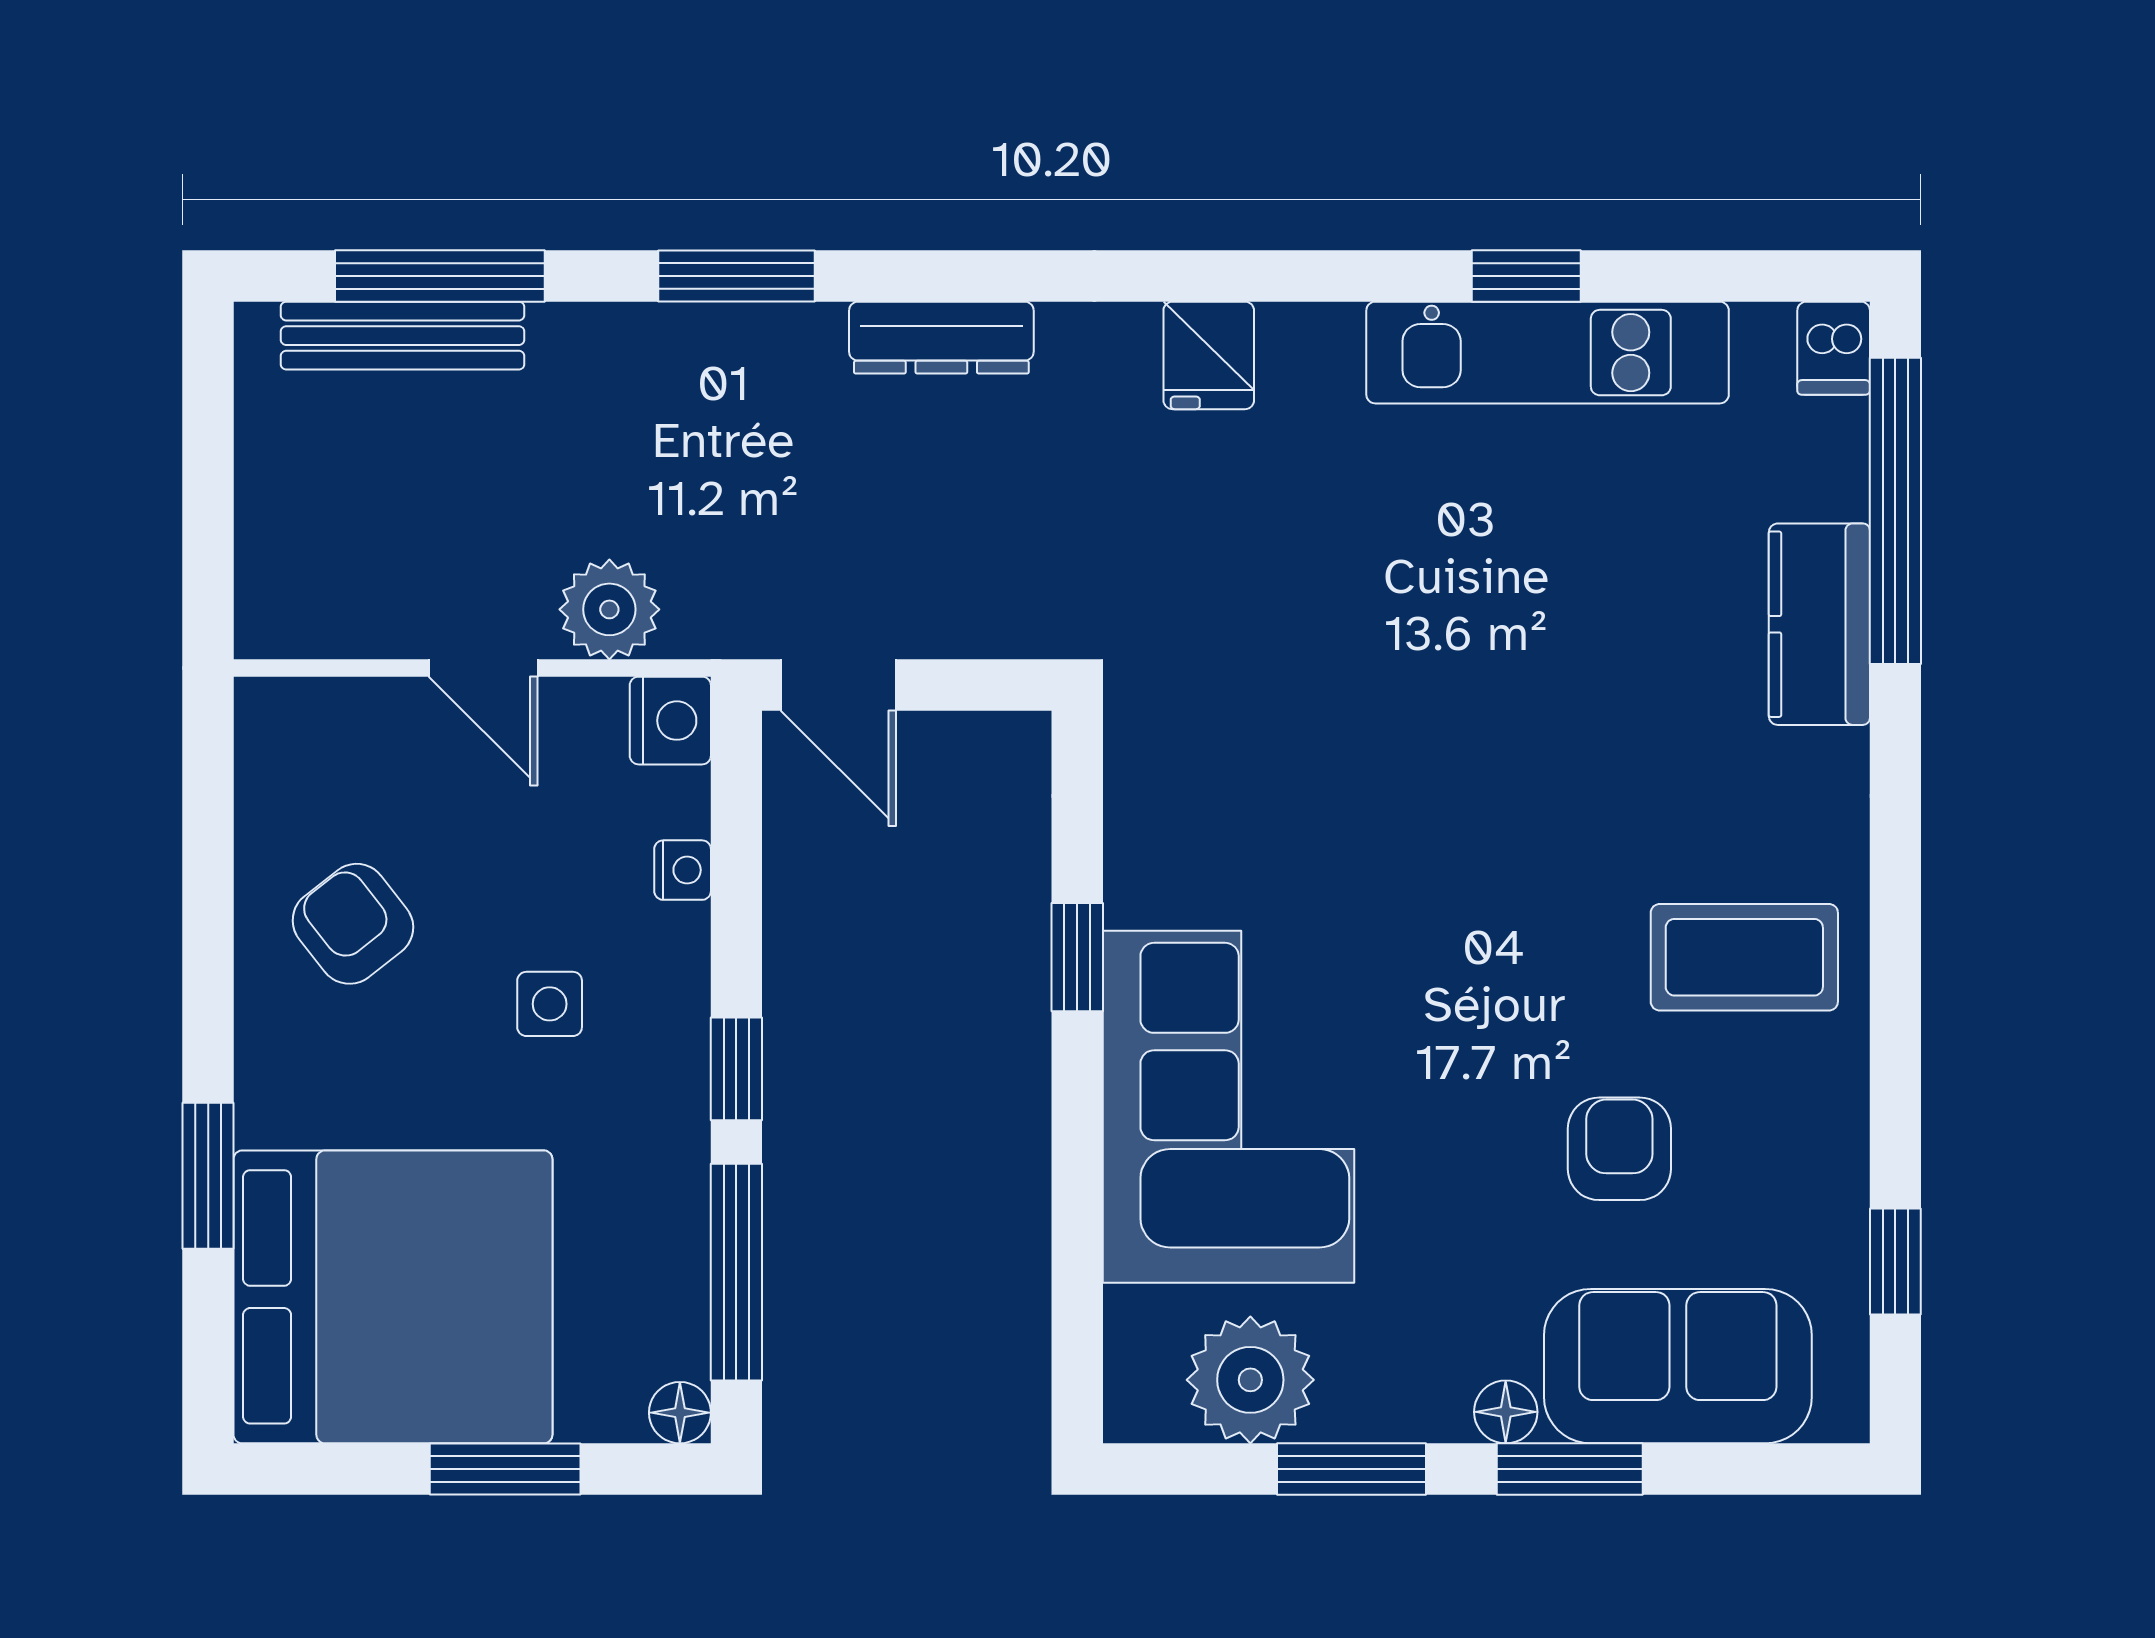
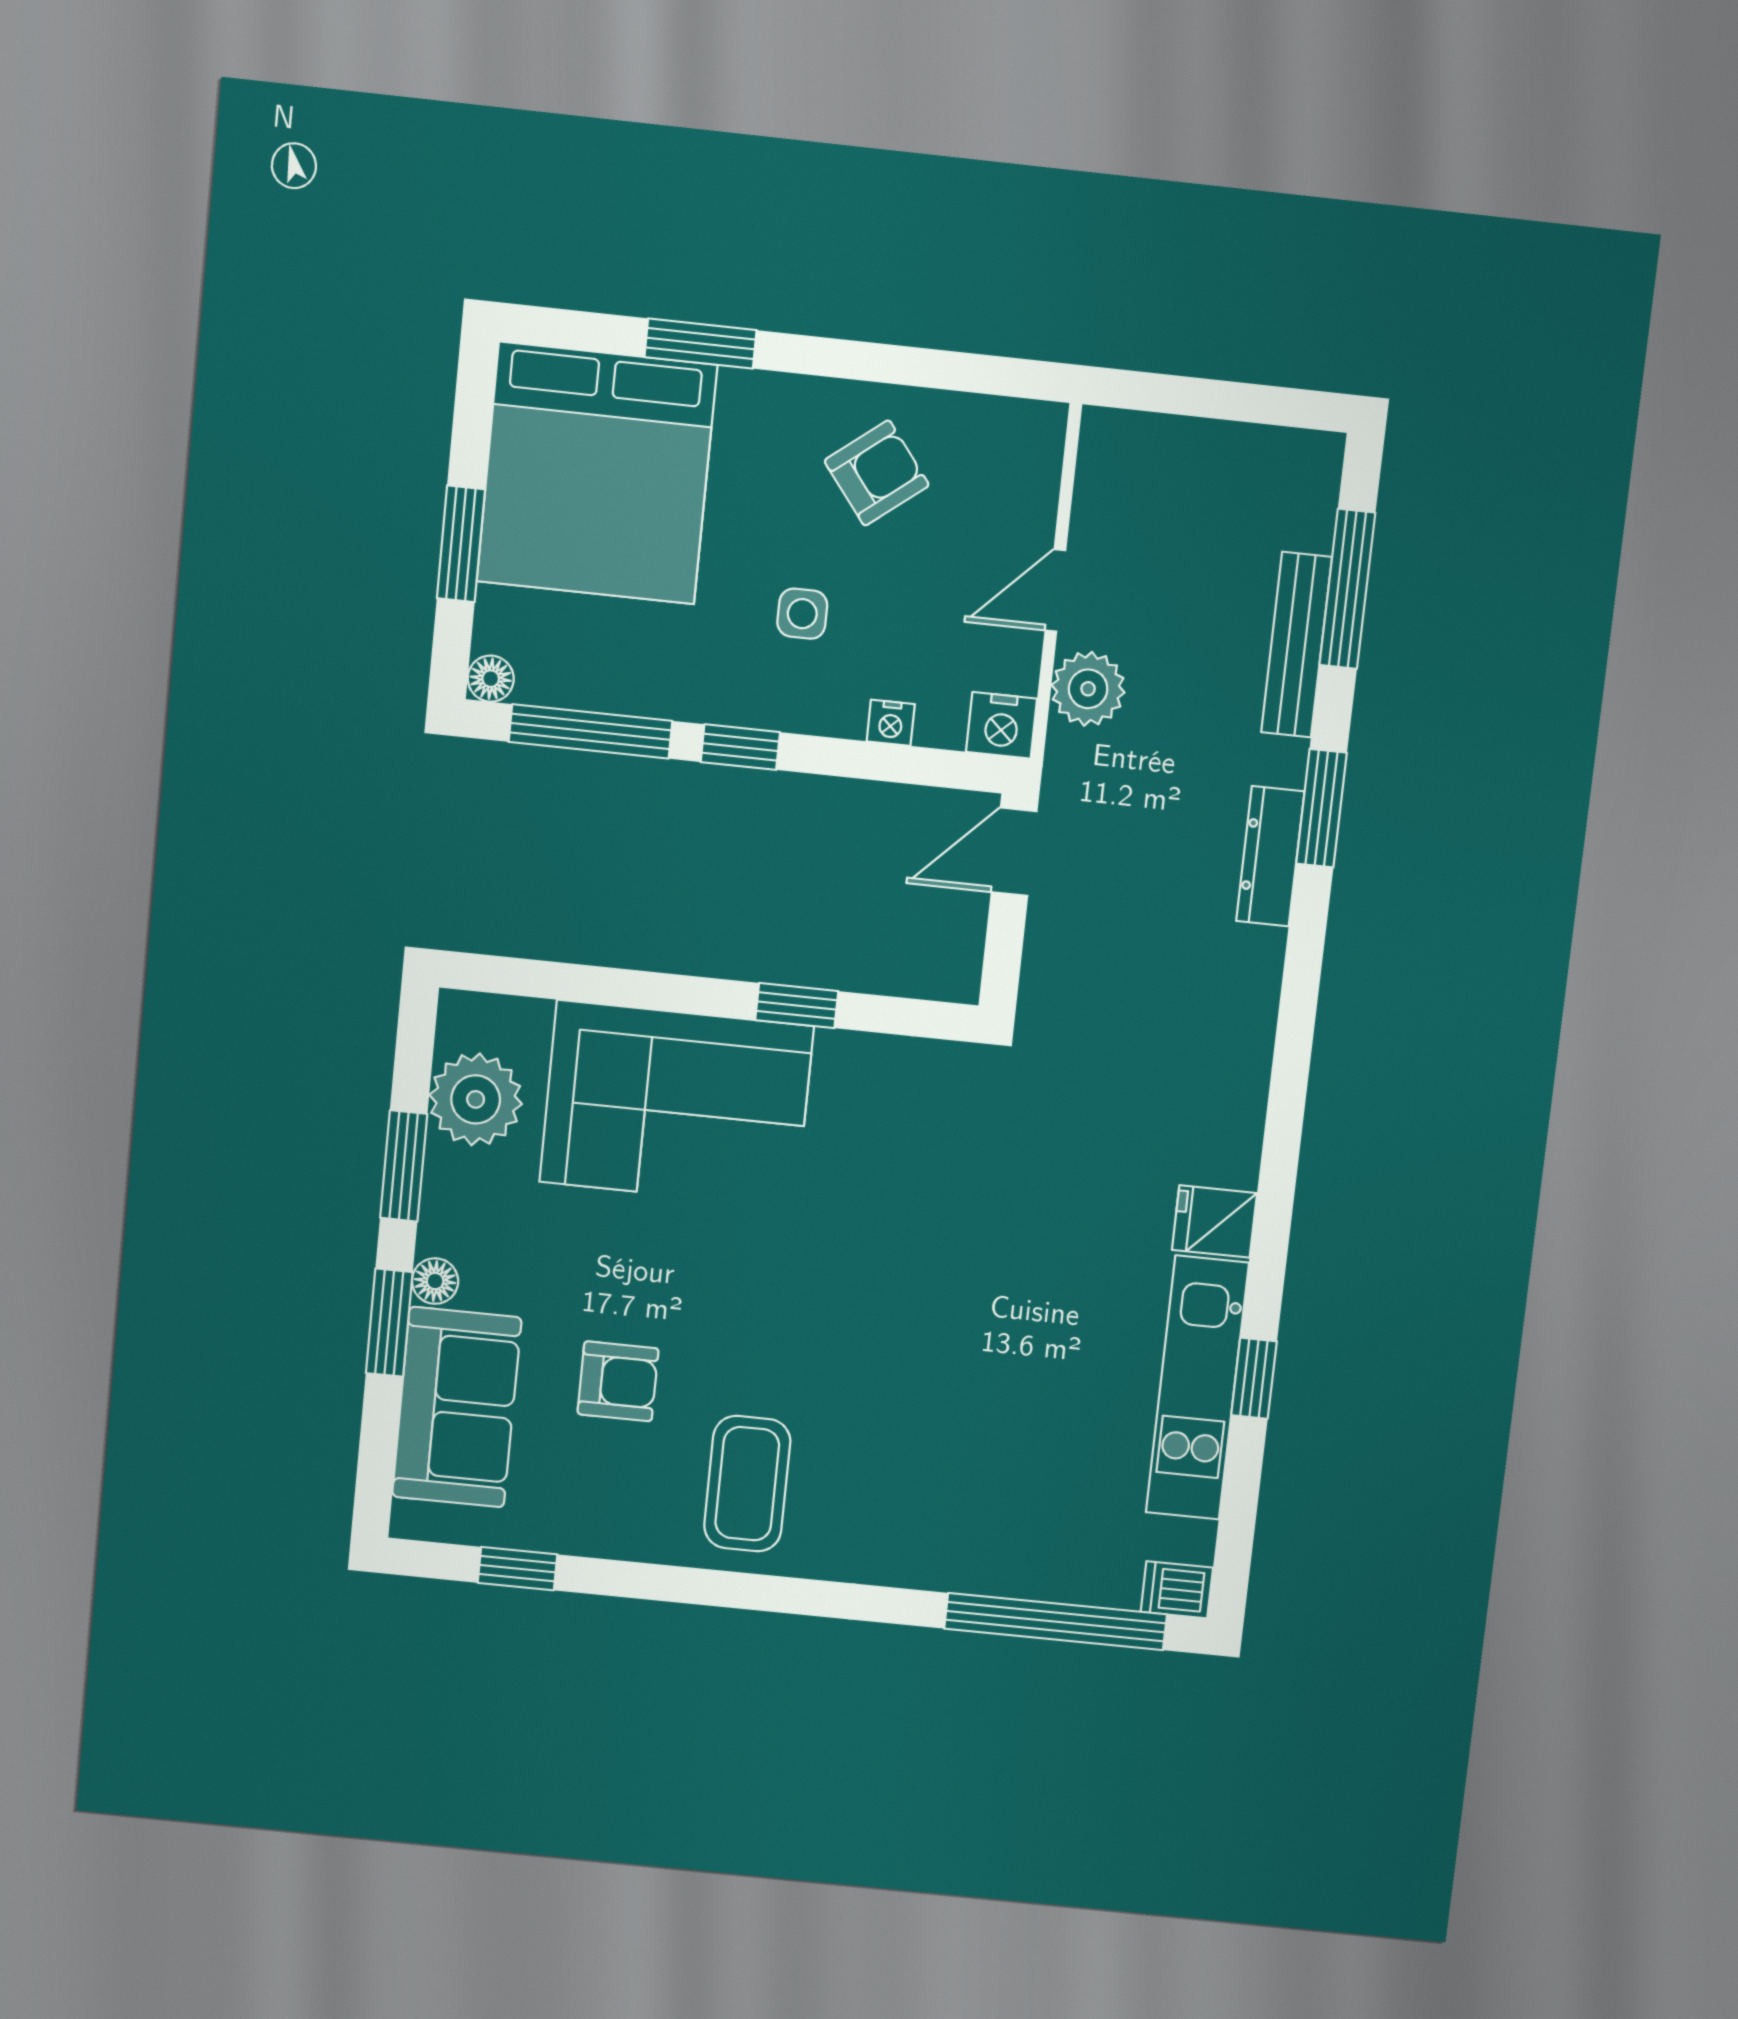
bench: (403, 336) -> (1296, 645), moved
dresser: (941, 338) -> (1270, 856), moved
fridge: (1209, 355) -> (1215, 1221), moved
kitchen counter: (1819, 624) -> (981, 1560), removed

